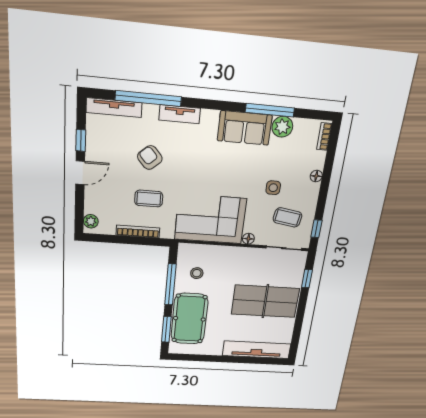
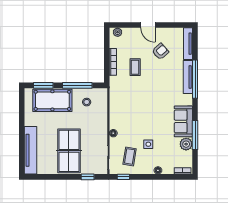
window: (148, 98) -> (195, 79), moved
tv unit: (180, 114) -> (188, 77), width x1.41
window: (81, 140) -> (167, 25), removed
armchair: (150, 158) -> (160, 52), moved
corner sofa: (210, 219) -> (125, 107), removed

